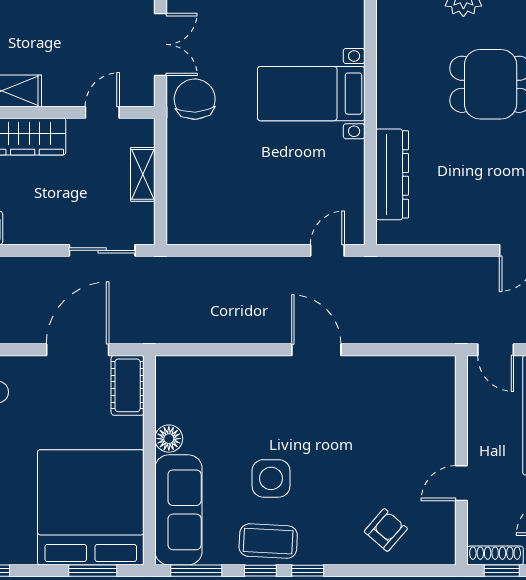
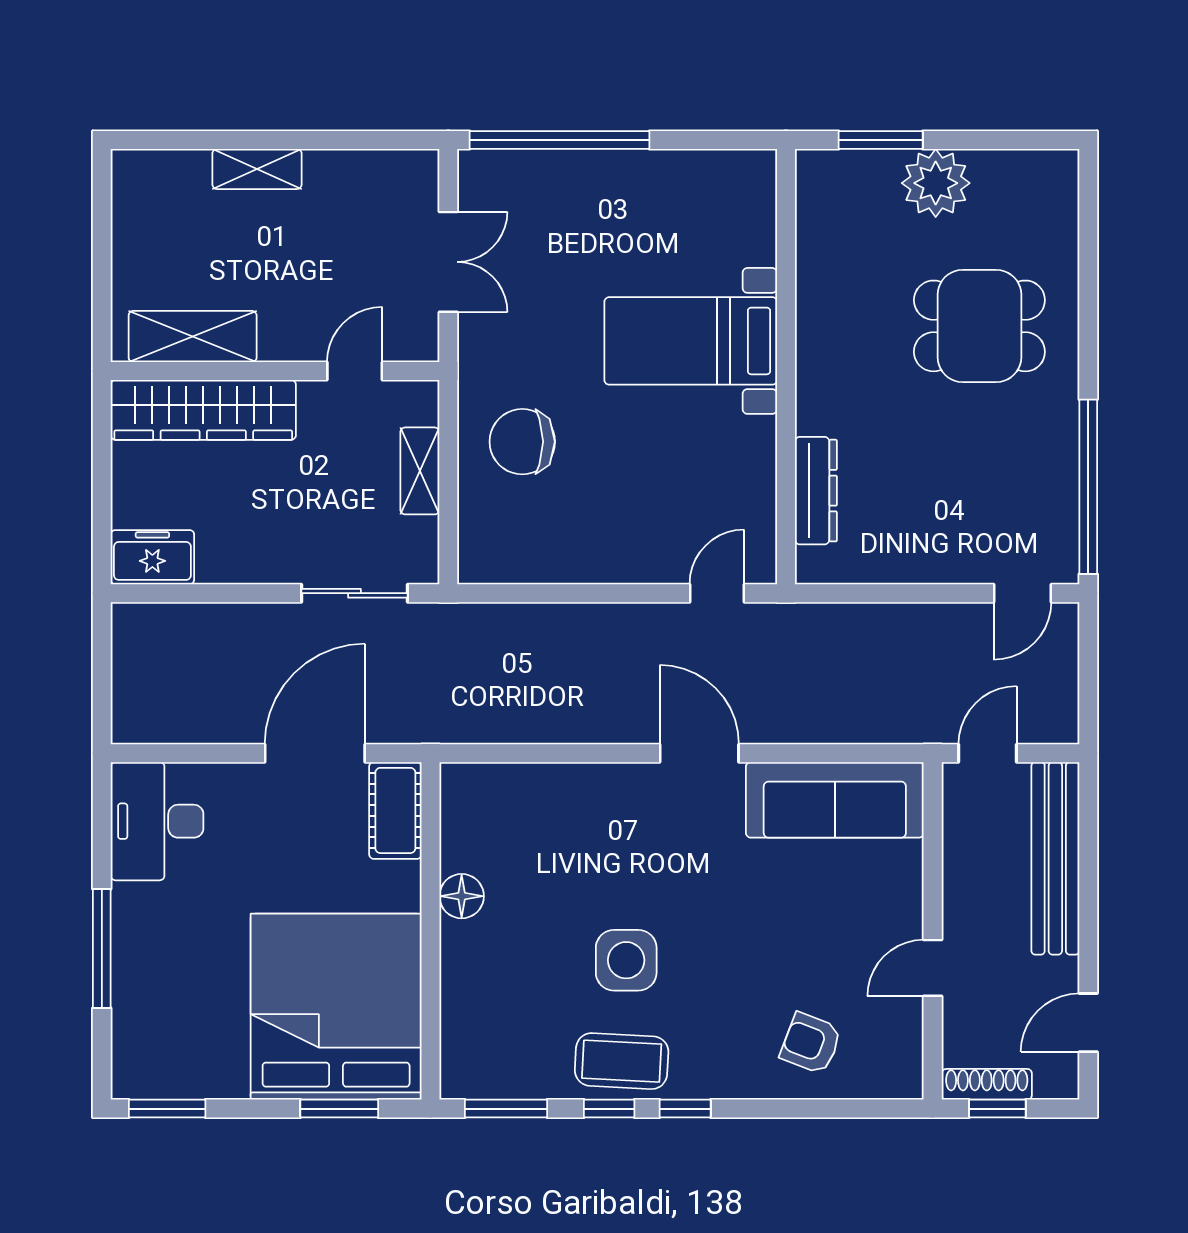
chair: (195, 99) -> (522, 442), moved, turned -87
dresser: (392, 174) -> (816, 491), width x0.73, depth x0.80
door: (496, 350) -> (988, 753), swing flipped
sofa: (178, 510) -> (835, 800), moved, turned 90
armchair: (386, 530) -> (811, 1043), turned -110

